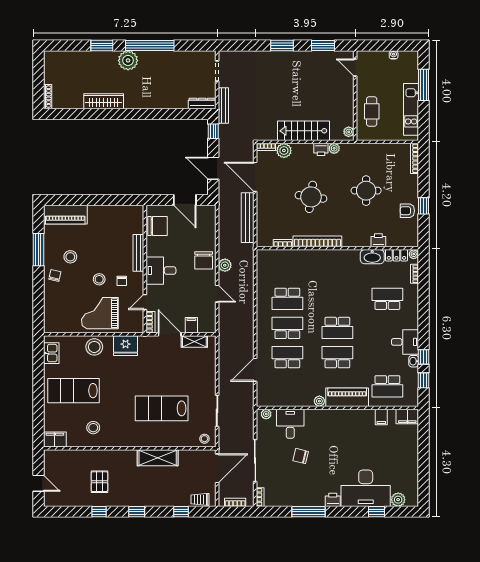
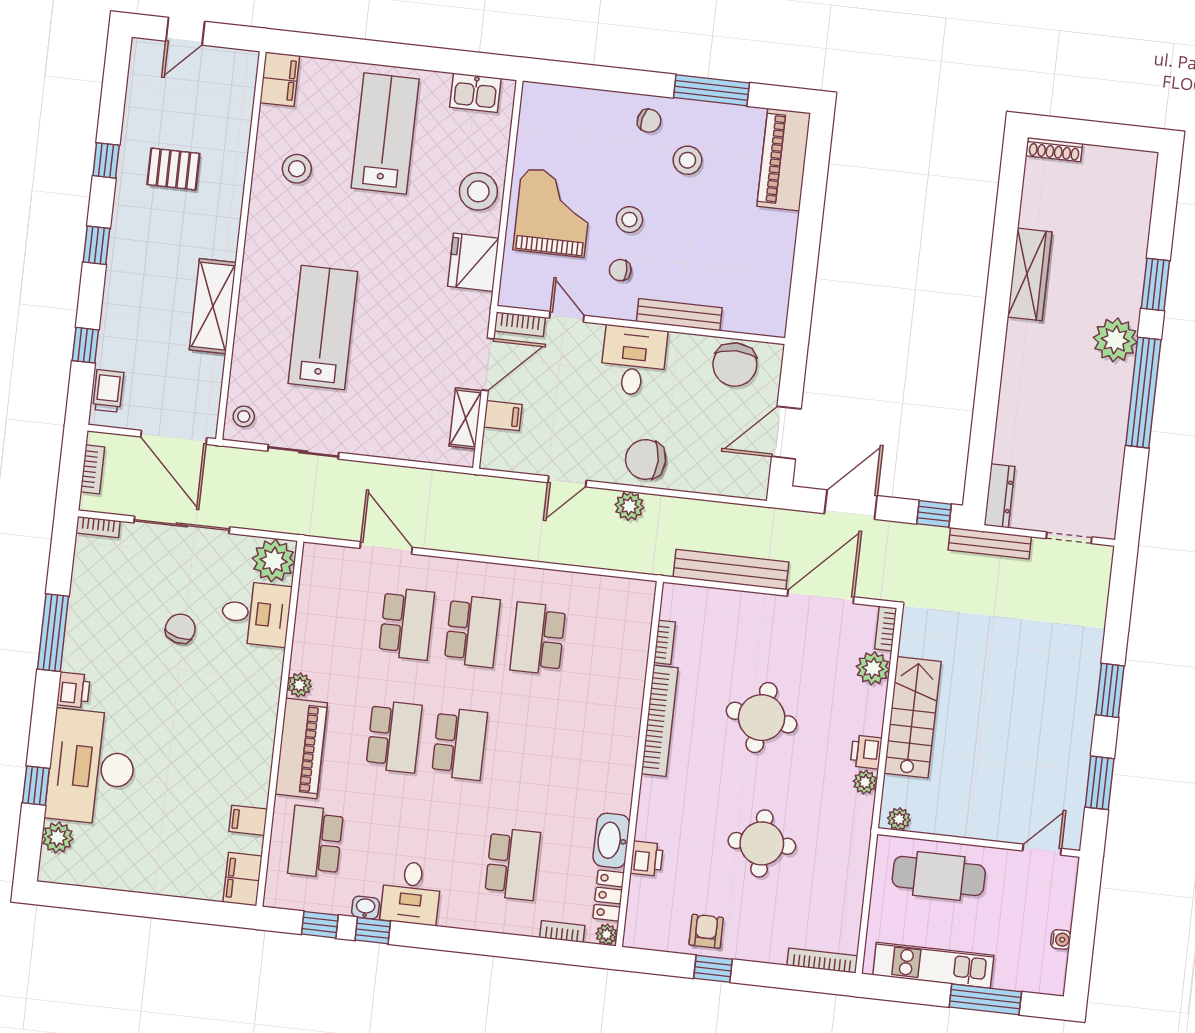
cafe table: (372, 111) -> (939, 876), width x1.37, depth x1.35
school desk: (337, 328) -> (460, 744), turned 180
plant: (266, 414) -> (274, 561), width x1.88, depth x1.88

